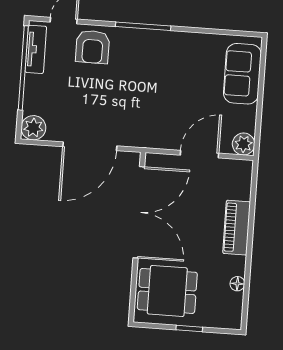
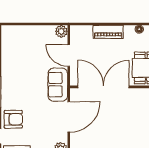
sofa: (242, 74) -> (58, 85), moved, turned 90
door: (90, 146) -> (69, 117), hinge flipped

